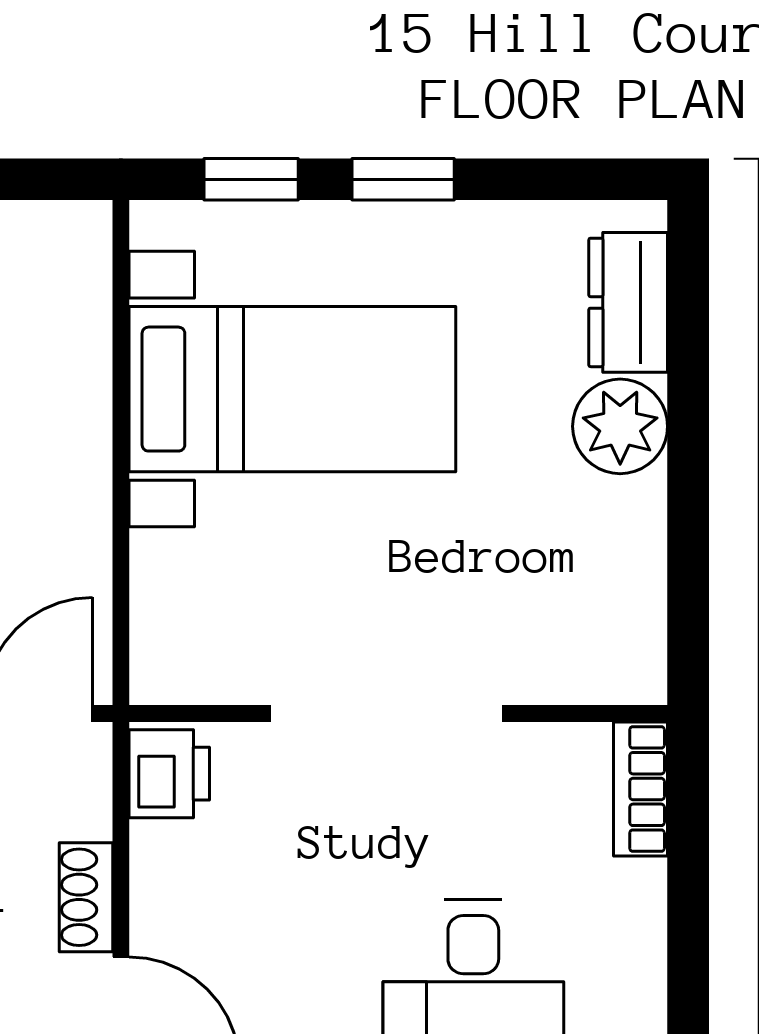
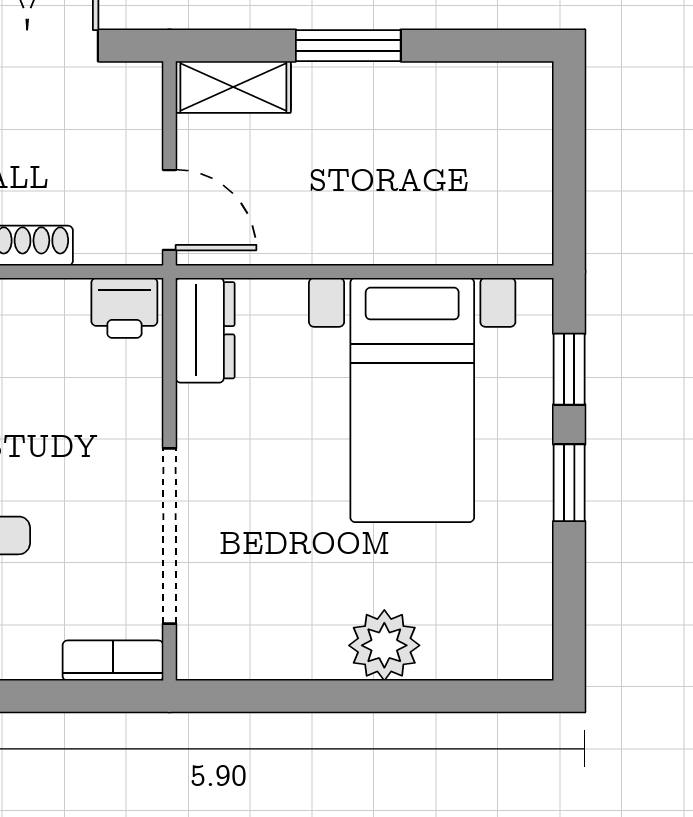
dresser: (628, 302) -> (205, 330), moved, turned 90
doorway: (386, 713) -> (169, 536), moved

